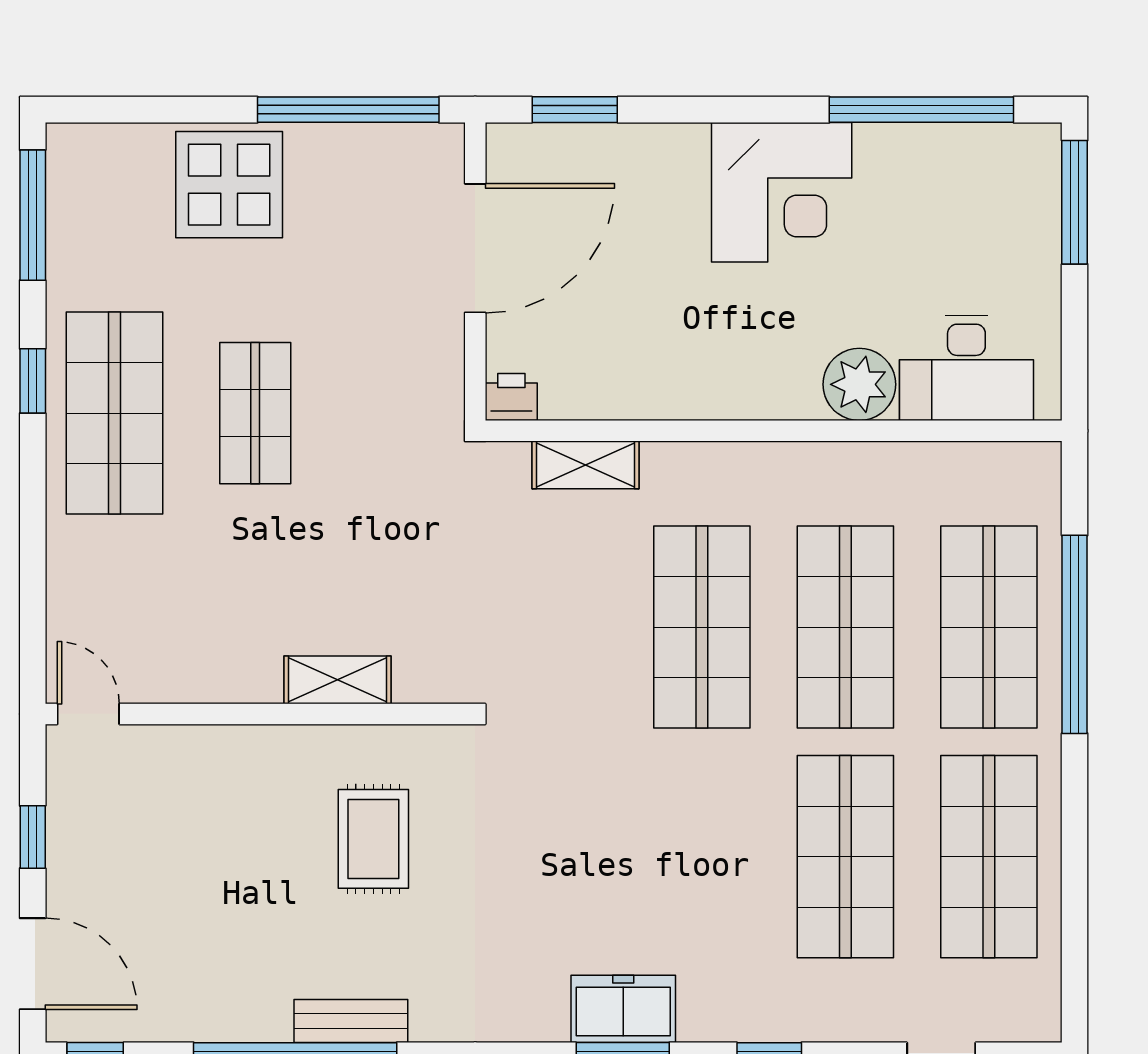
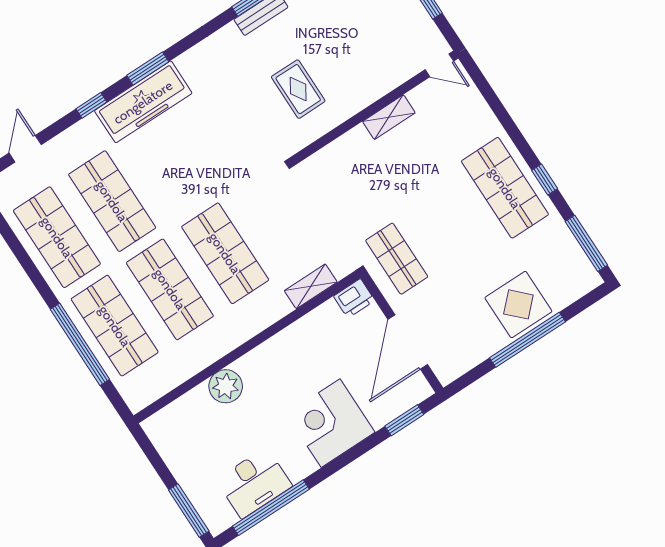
window: (348, 110) -> (528, 340), moved
corner desk: (782, 192) -> (331, 423), moved
desk: (966, 368) -> (254, 483), moved, turned 180
printer: (511, 397) -> (354, 298), width x1.36, depth x1.24
shop shelf: (255, 413) -> (397, 259), moved
shelving: (338, 680) -> (389, 117), moved
freezer: (623, 1009) -> (143, 102), width x1.91, depth x1.26

